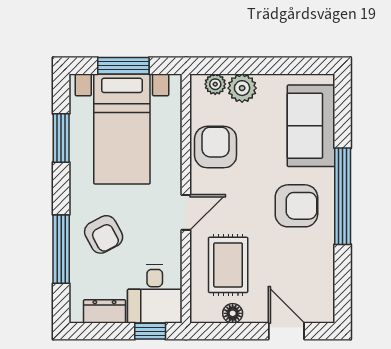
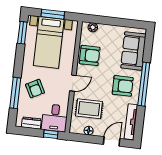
plant: (242, 88) -> (105, 30), removed
window: (61, 138) -> (22, 33), moved
armchair: (216, 147) -> (90, 55), turned 90
rug: (228, 265) -> (89, 109), turned 90
tv unit: (324, 283) -> (131, 122), added
door: (286, 331) -> (112, 141), hinge flipped

